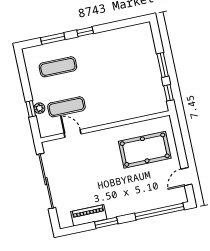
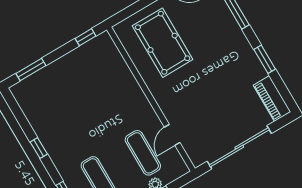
window: (85, 32) -> (39, 148), moved
window: (163, 65) -> (31, 70), moved
piano: (89, 215) -> (272, 98), moved

